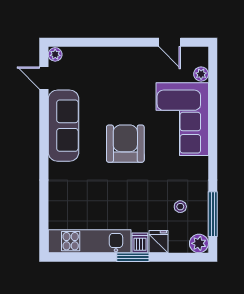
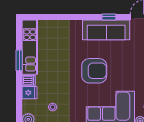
window: (44, 121) -> (109, 17), added
window: (133, 257) -> (19, 60), moved

